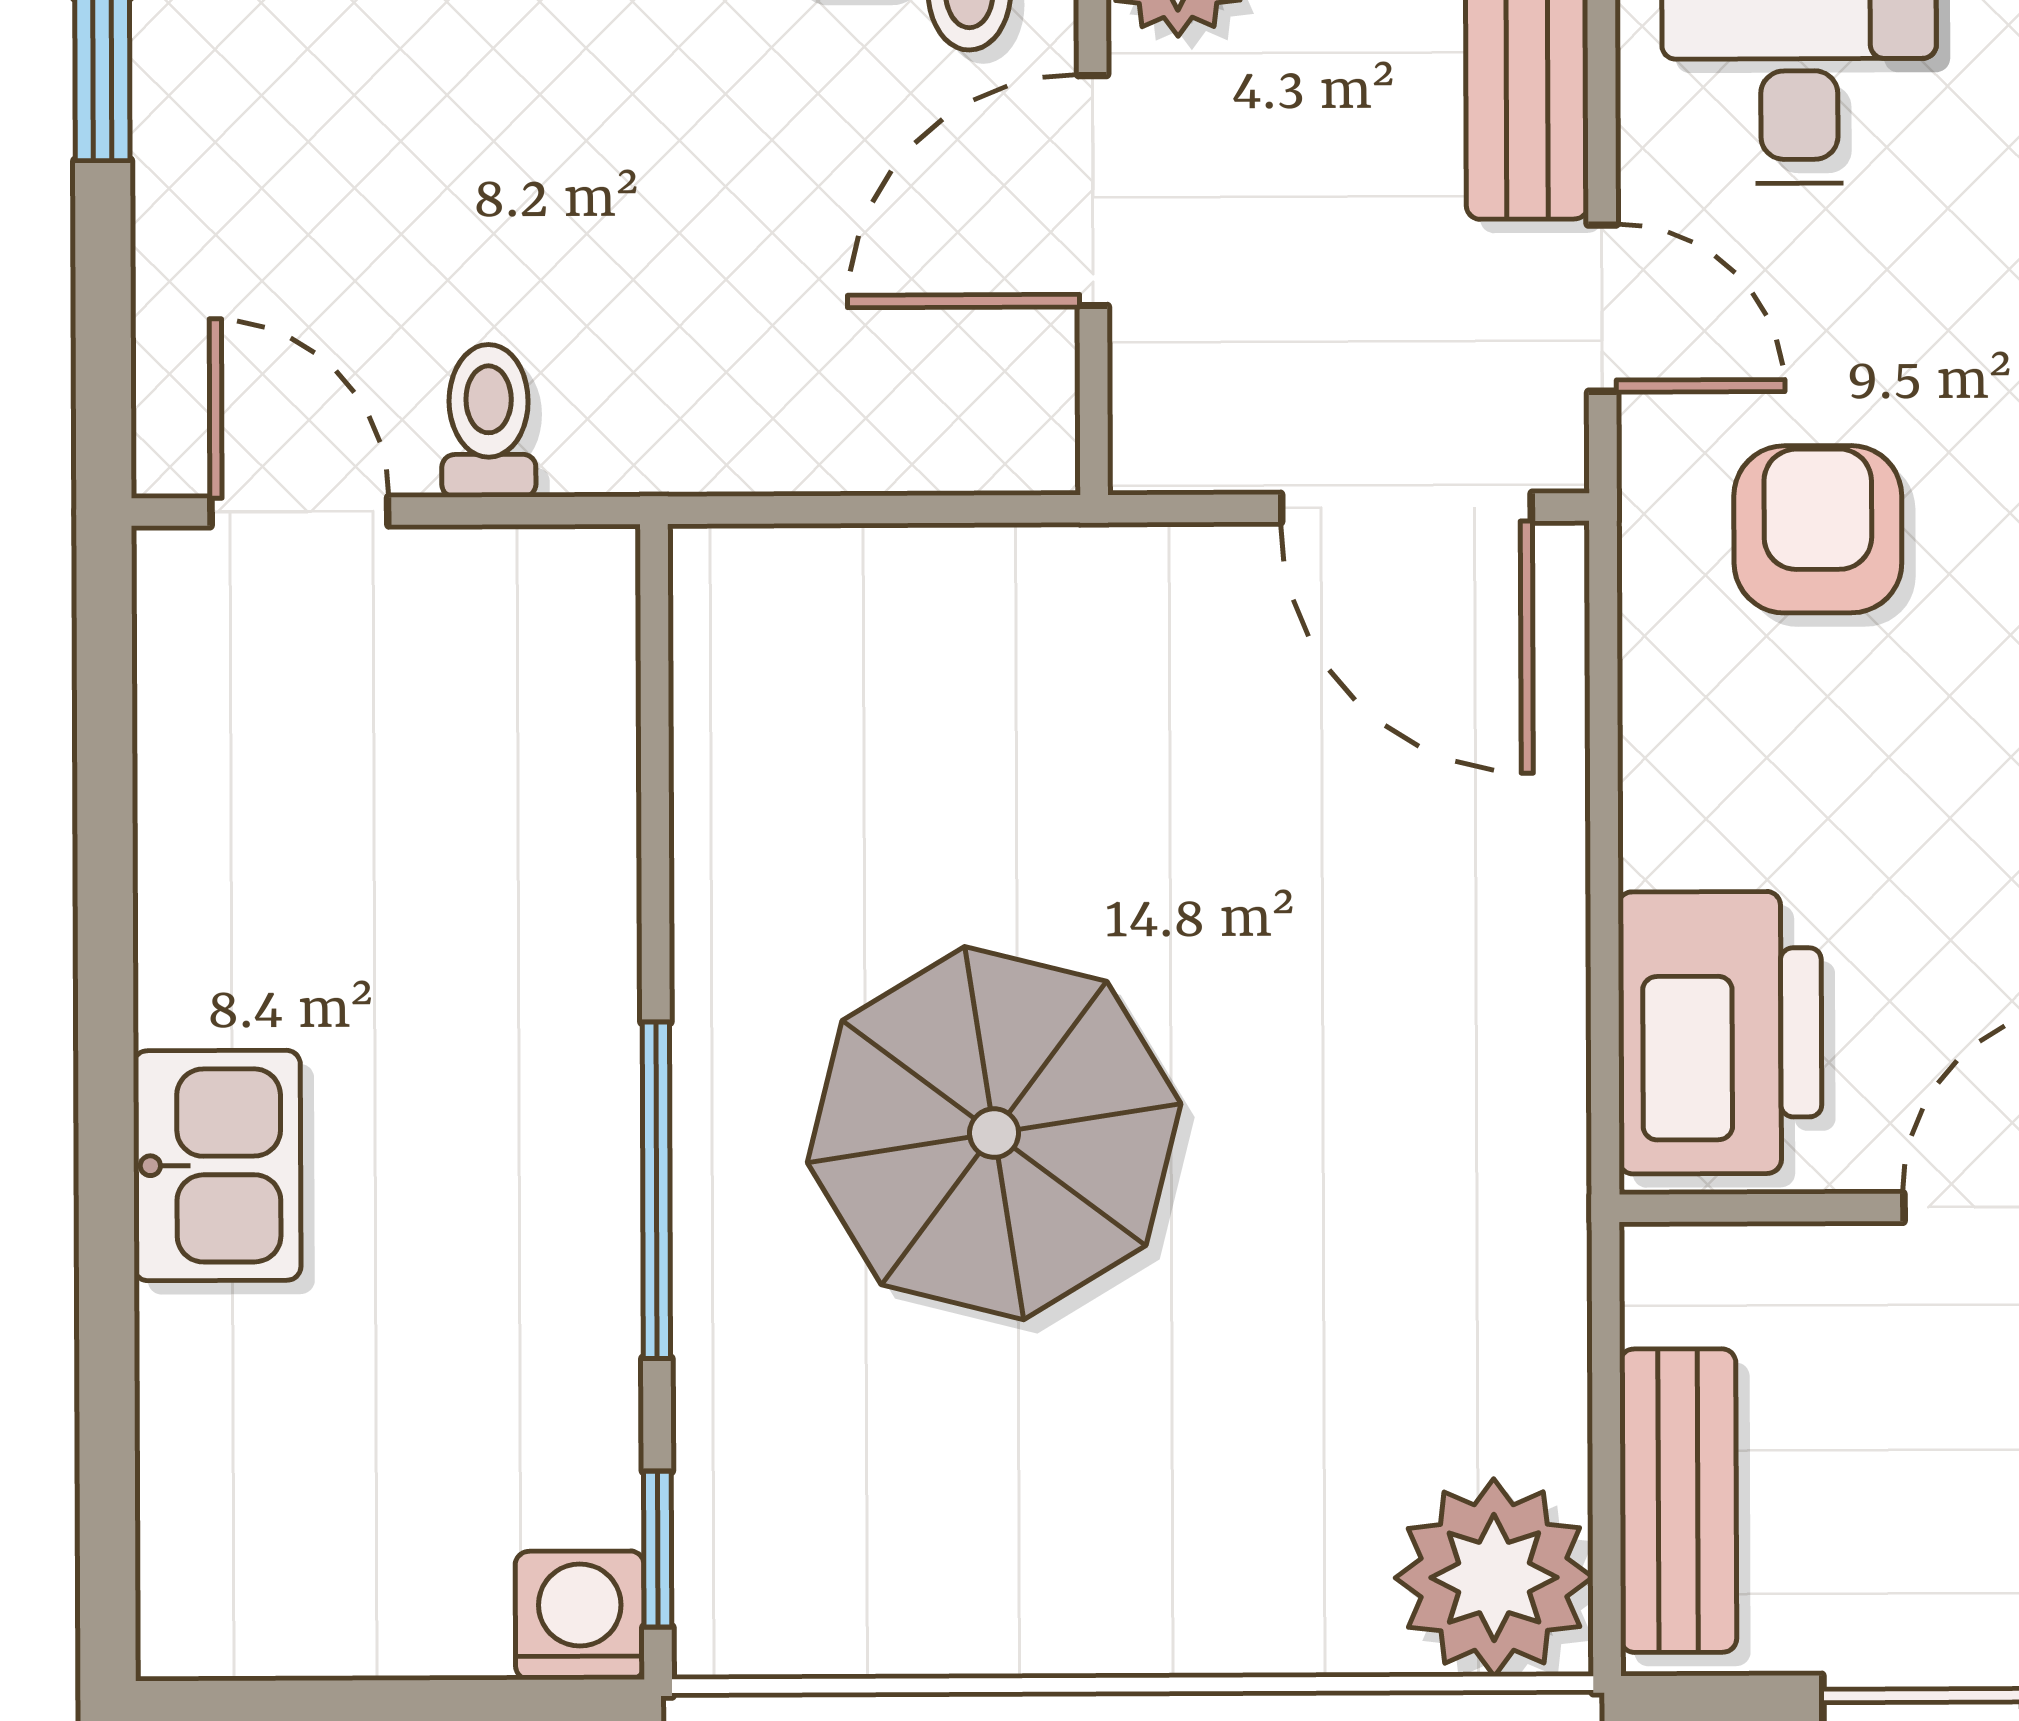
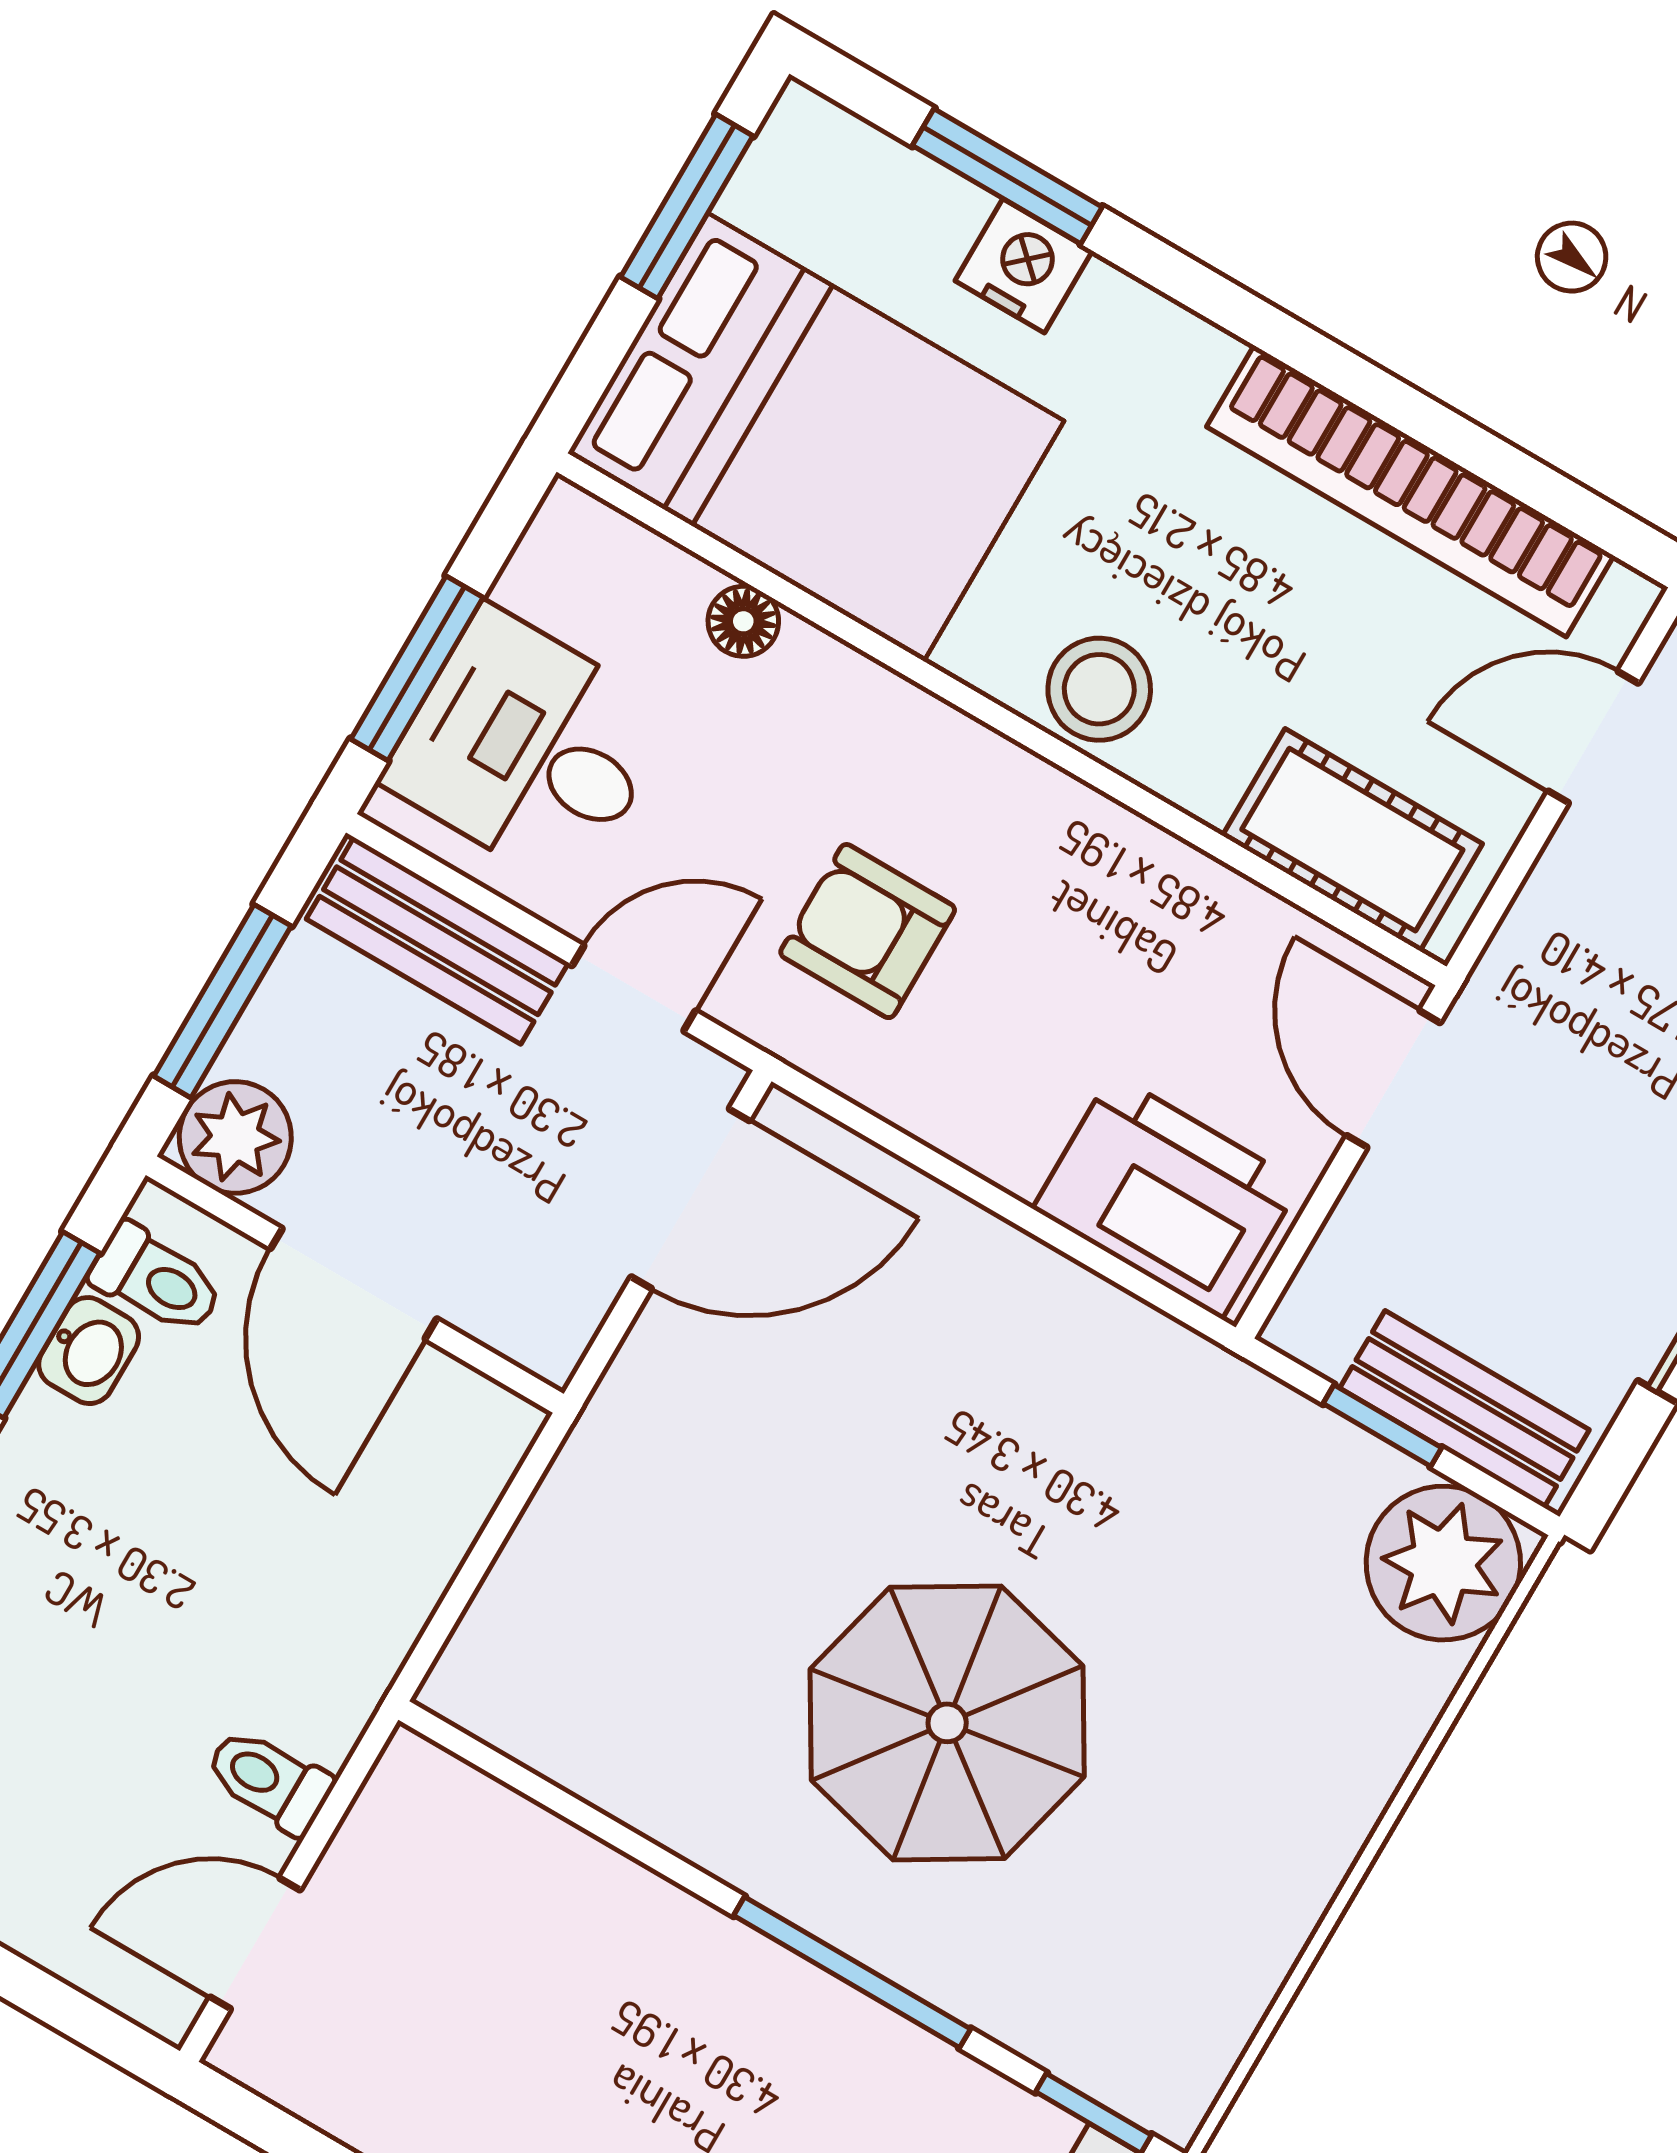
window: (1606, 1421) -> (1382, 1426), added

